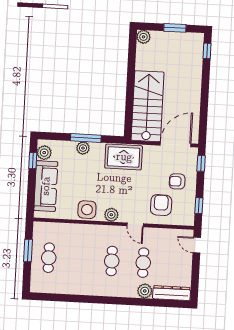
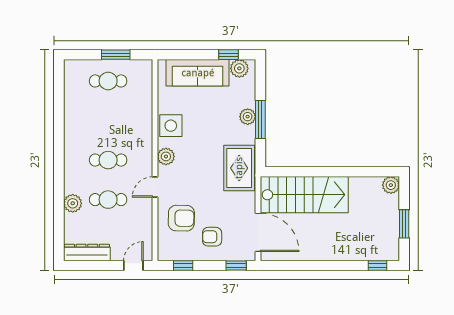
armchair: (177, 181) -> (212, 237), turned -90
dresser: (172, 293) -> (87, 252), moved, turned -90

